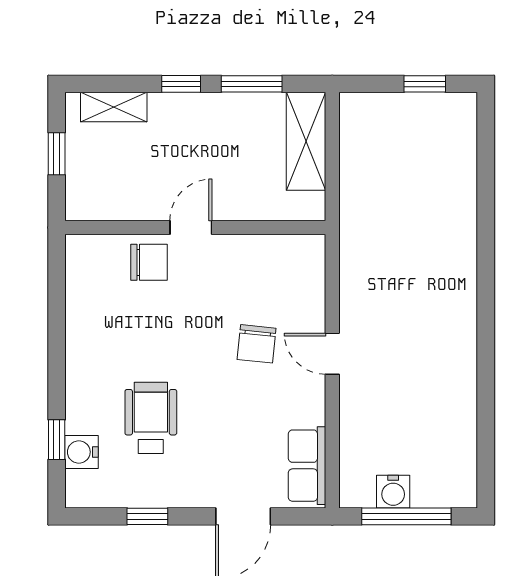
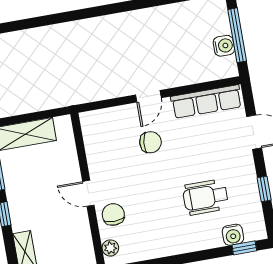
plant: (95, 248) -> (110, 248), added
window: (57, 440) -> (244, 248), moved
row of seats: (307, 466) -> (206, 101), width x1.48

